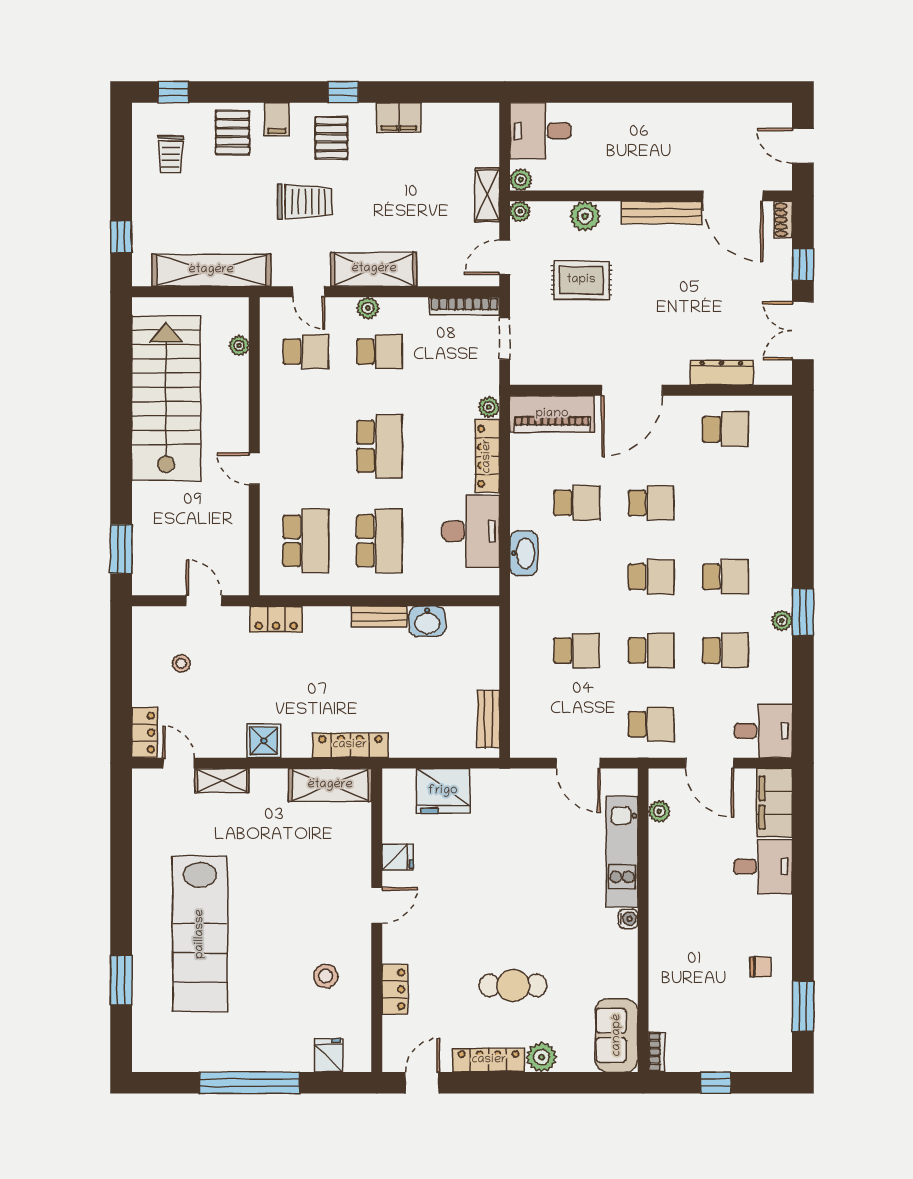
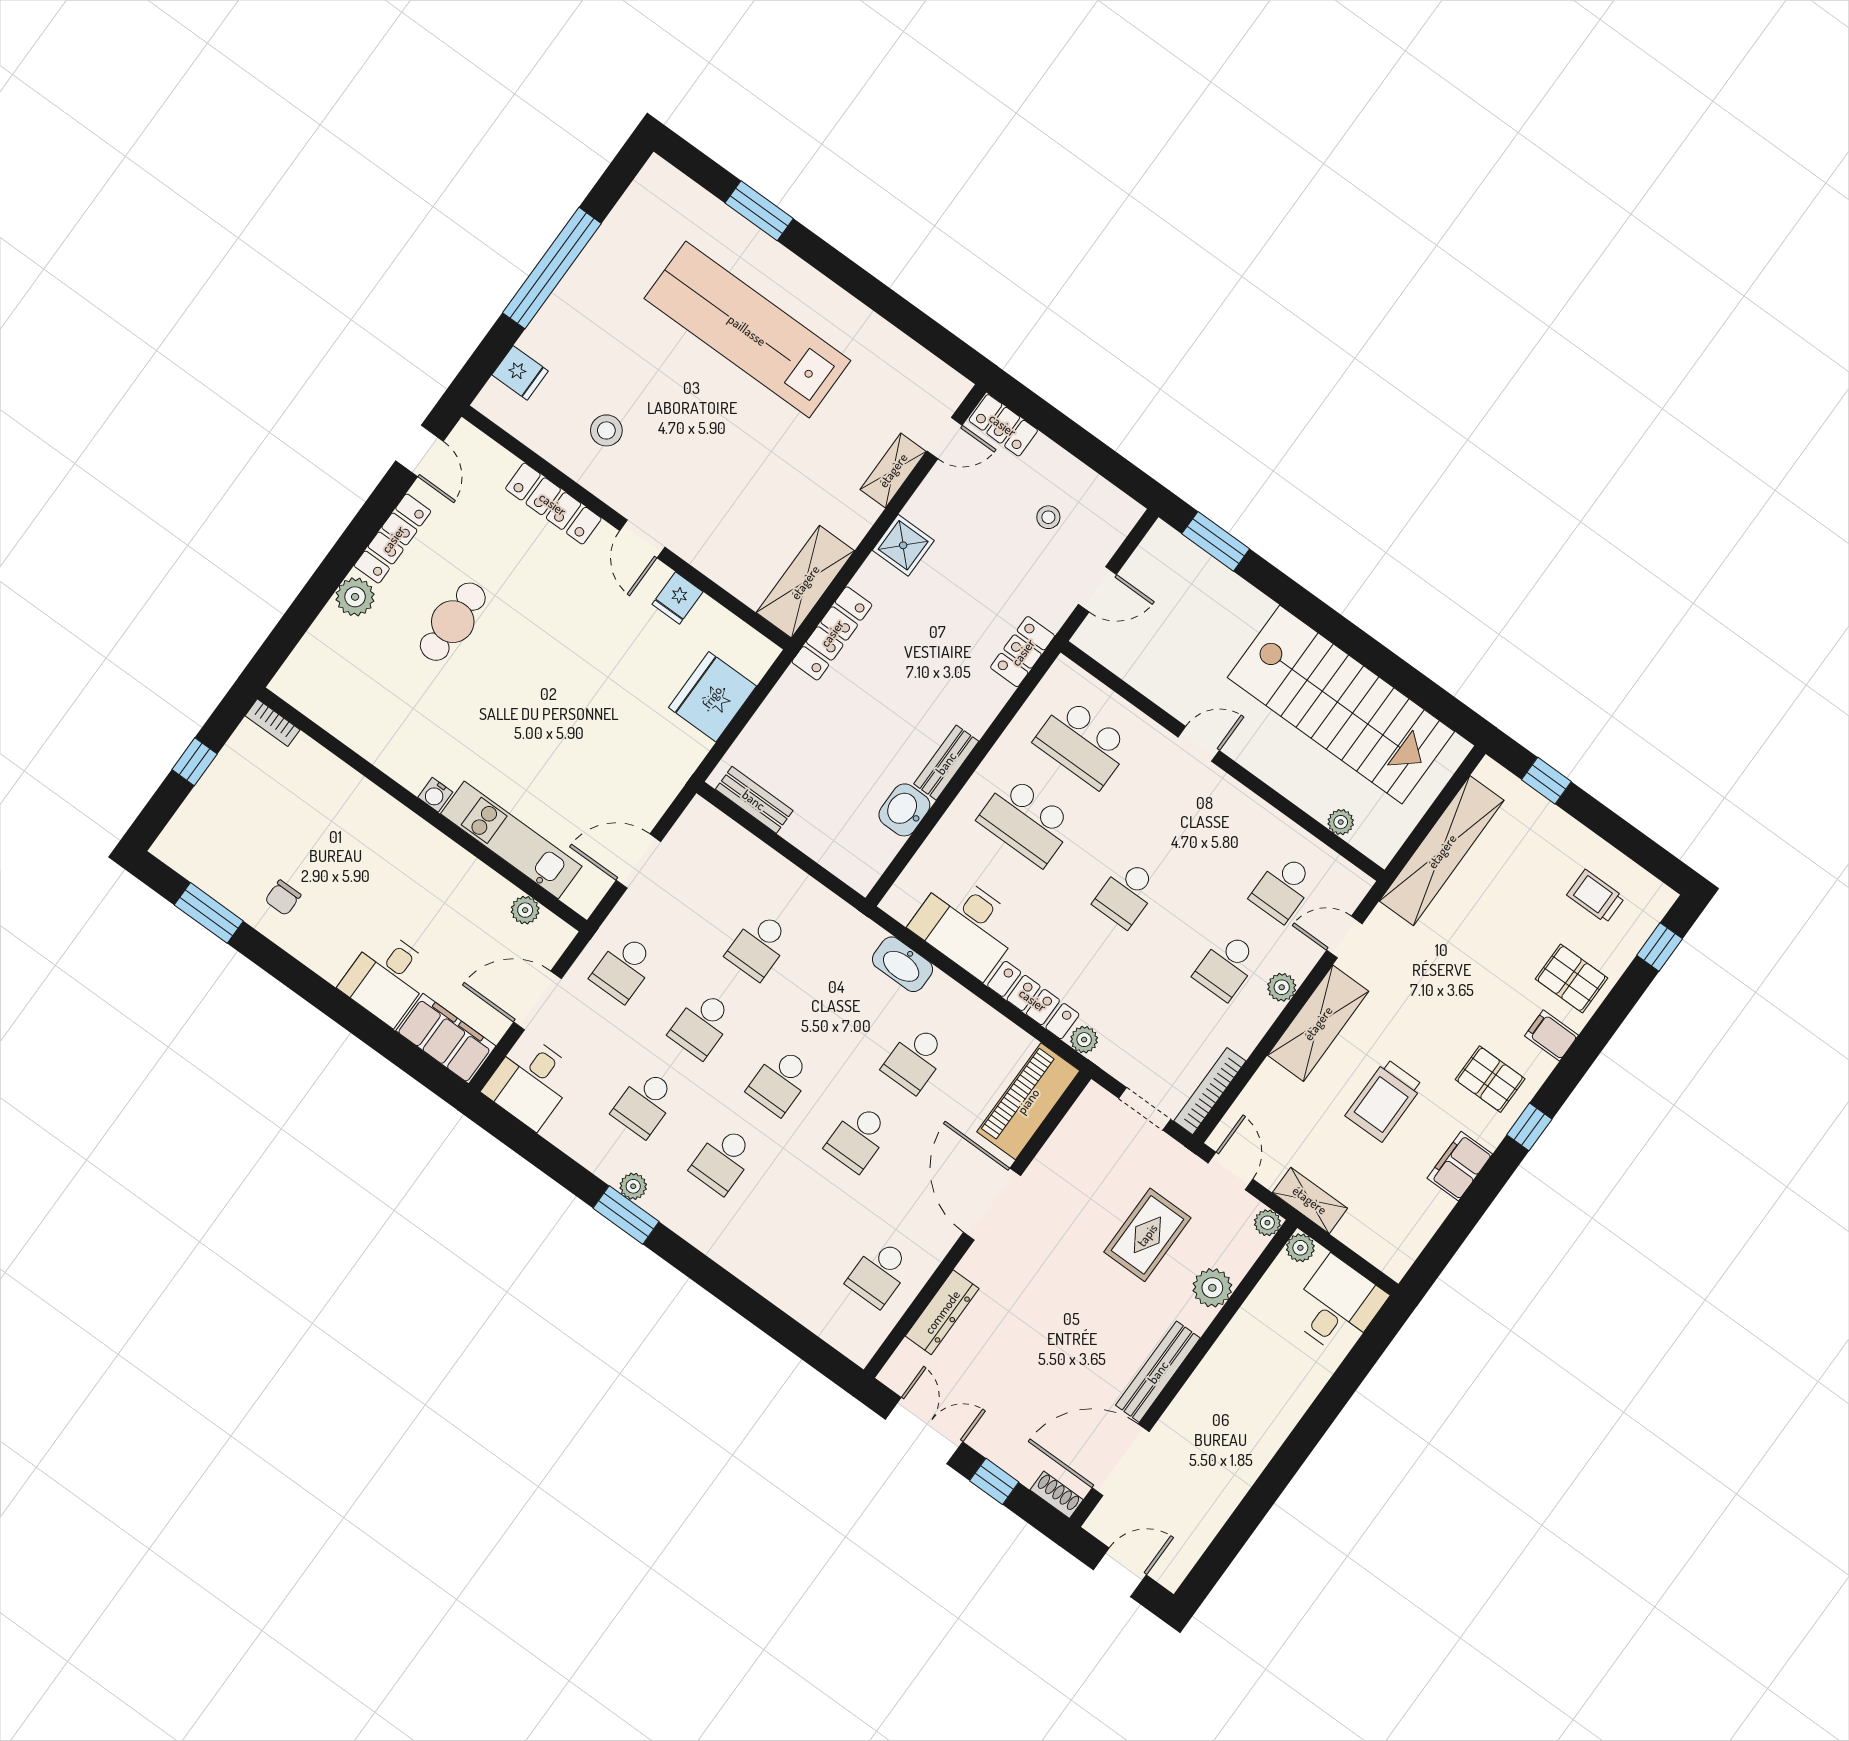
trolley: (305, 202) -> (1384, 1100), moved
school desk: (379, 446) -> (1126, 894), width x0.54
locker: (395, 989) -> (553, 504), width x1.53
sofa: (617, 1035) -> (321, 693), removed

